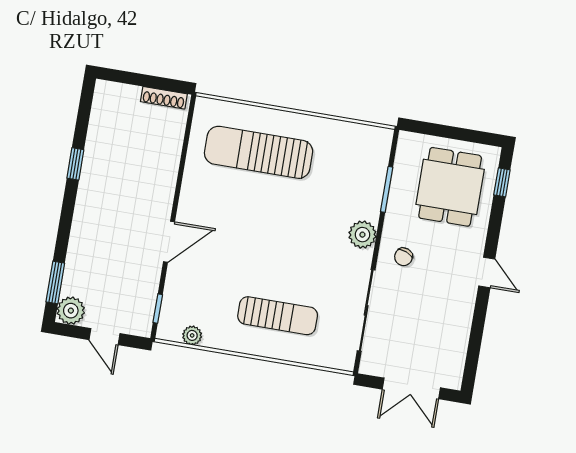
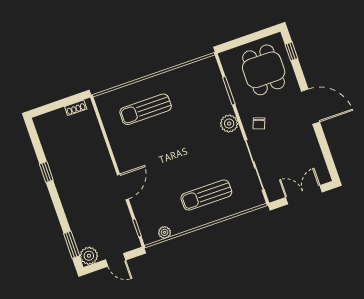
shoe rack: (164, 98) -> (76, 108), width x0.70
sun lounger: (259, 152) -> (146, 109), width x0.73, depth x0.75
door: (487, 272) -> (310, 107), width x1.87
sun lounger: (278, 316) -> (206, 195), turned 180
double door: (411, 388) -> (304, 195), swing flipped

